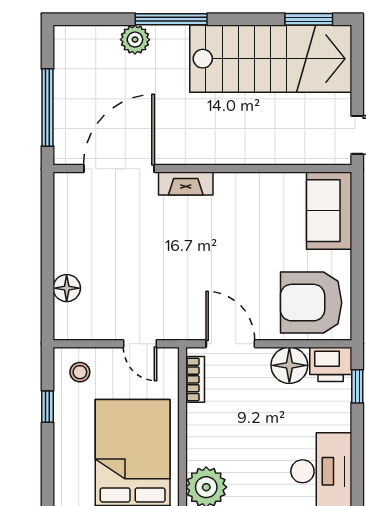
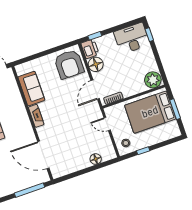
fireplace: (186, 183) -> (36, 116), moved
sofa: (329, 211) -> (31, 89), moved, turned -90
door: (140, 344) -> (107, 124), swing flipped

